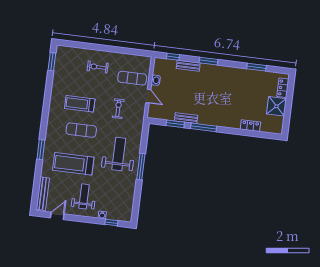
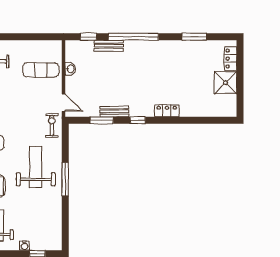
window: (209, 61) -> (134, 37), width x2.11
door: (148, 96) -> (64, 103), moved
exercise bike: (118, 109) -> (52, 125), moved
locker: (250, 126) -> (167, 111), moved
window: (204, 127) -> (138, 120), width x0.46

